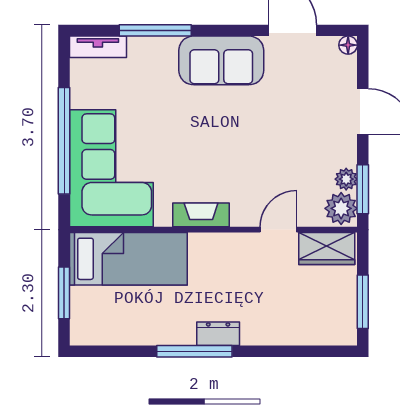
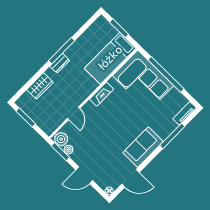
wardrobe: (327, 249) -> (40, 86), moved, turned 180

